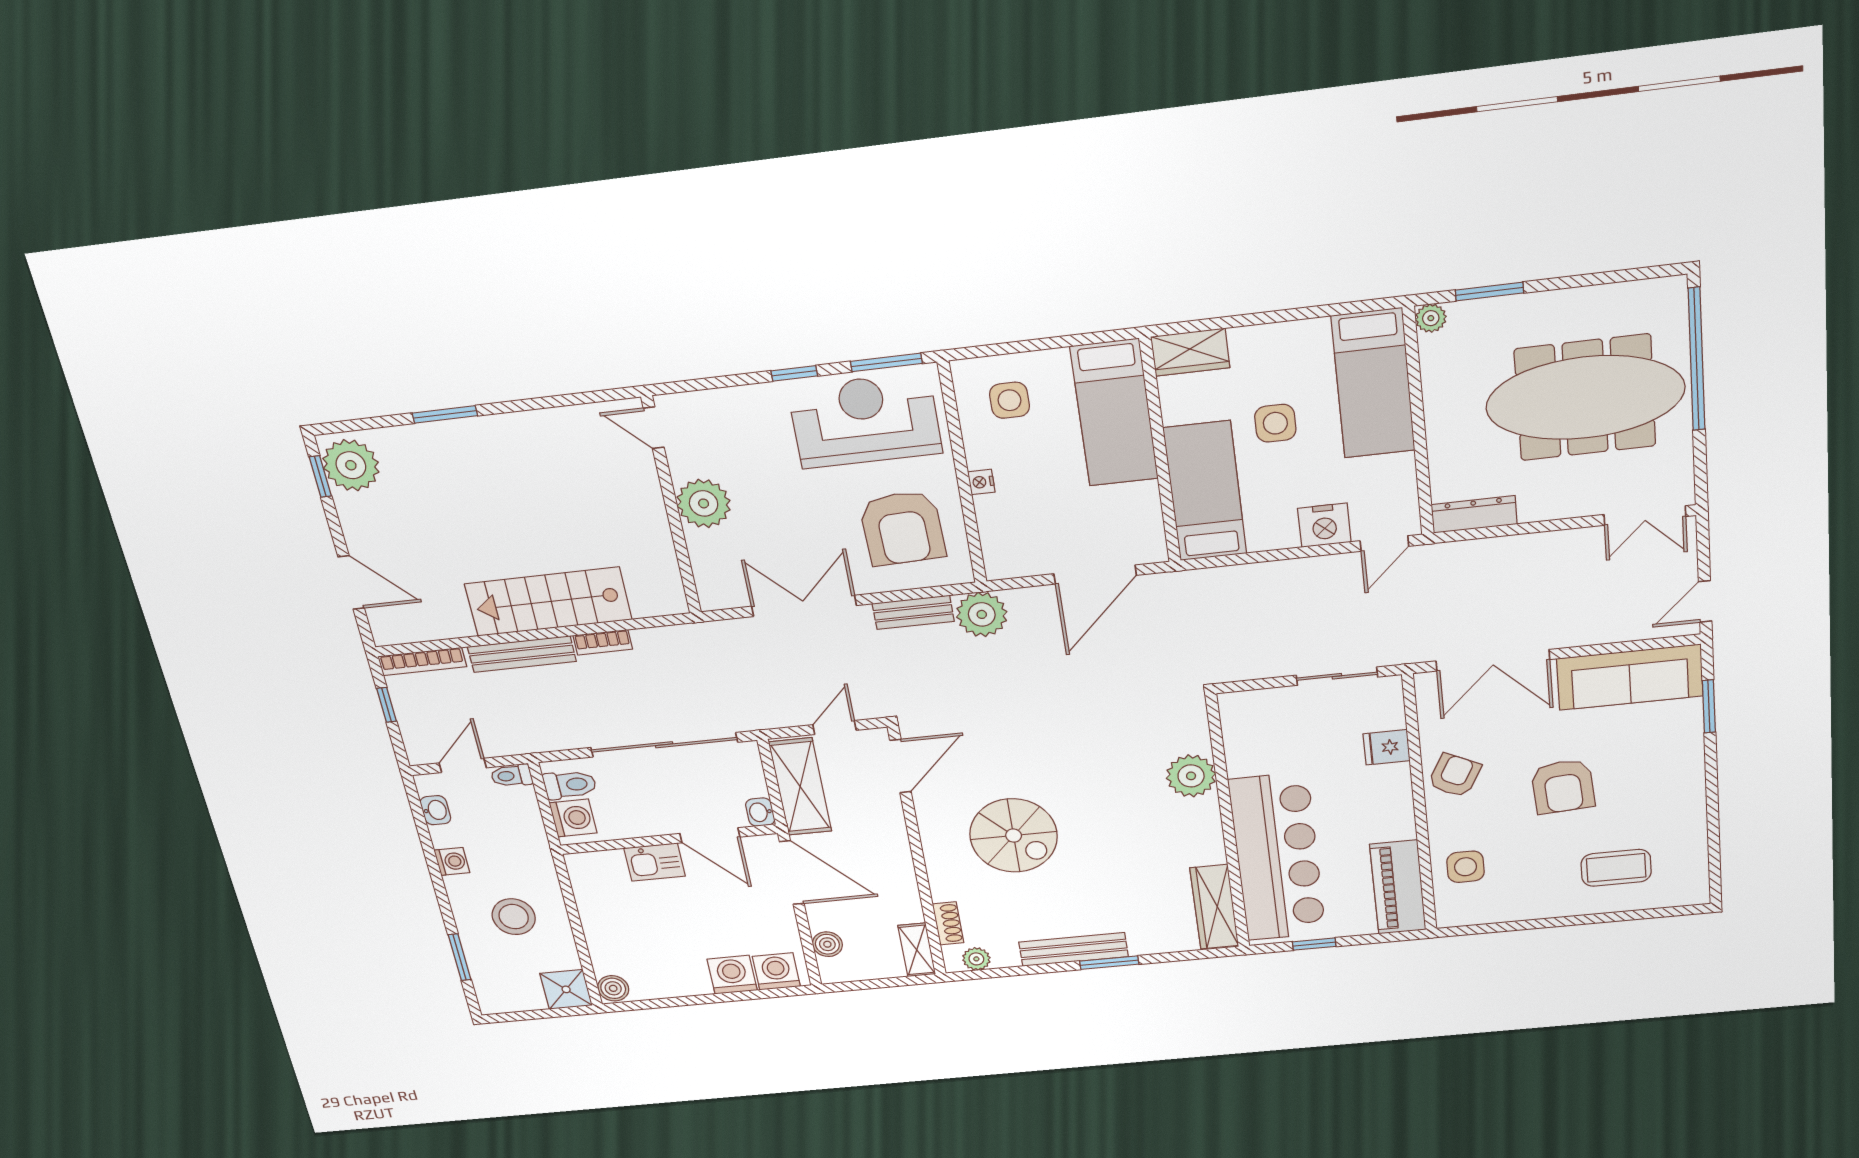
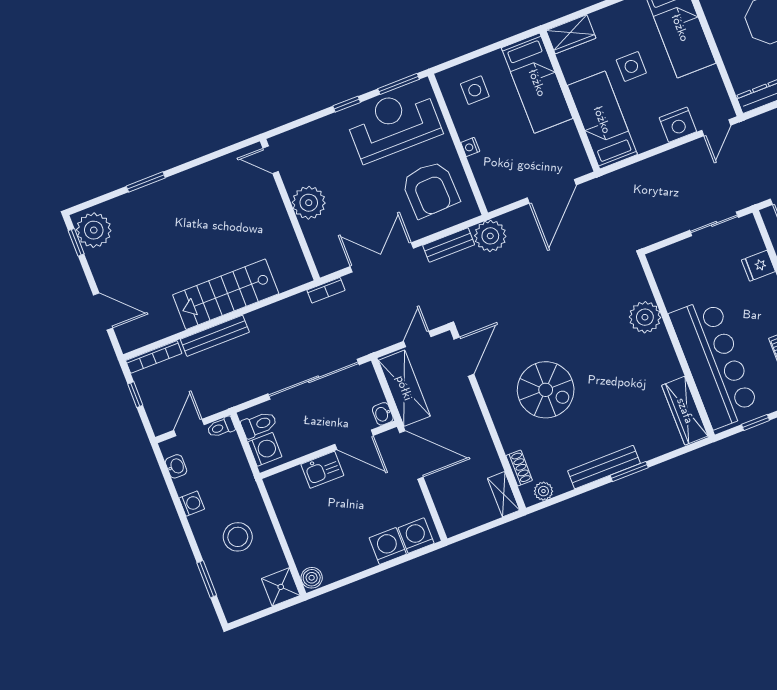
bookcase: (603, 642) -> (326, 290), moved
boiler: (827, 944) -> (445, 505), removed

